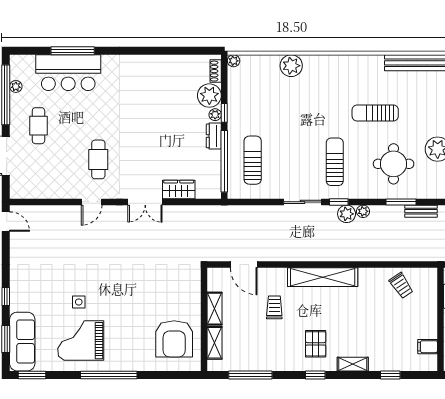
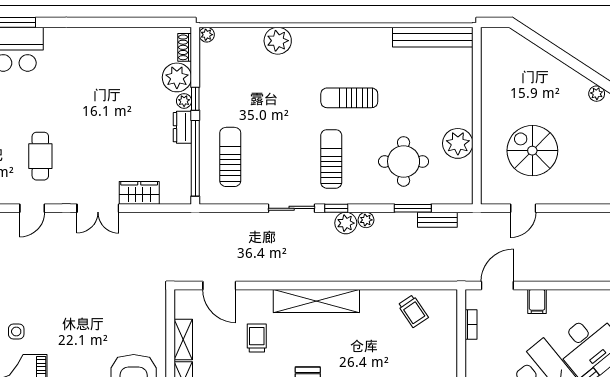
sun lounger: (375, 113) -> (349, 98), moved

